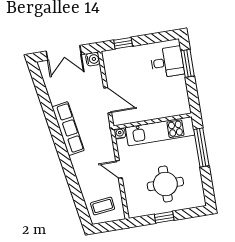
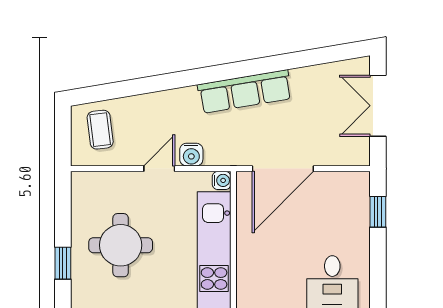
water cooler: (93, 59) -> (191, 155), moved
door: (108, 100) -> (283, 169), width x1.36
window: (164, 217) -> (63, 263), moved

